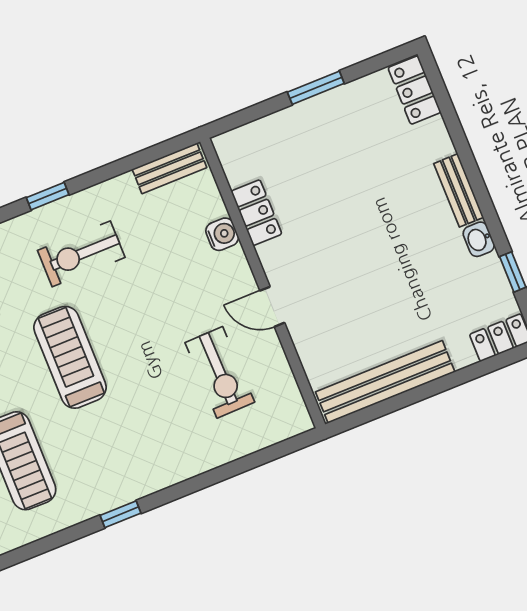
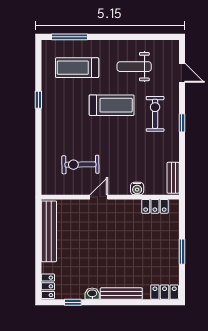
bench: (459, 190) -> (121, 294), width x1.36
locker: (256, 213) -> (155, 206), moved
exercise bike: (81, 254) -> (155, 114), moved

